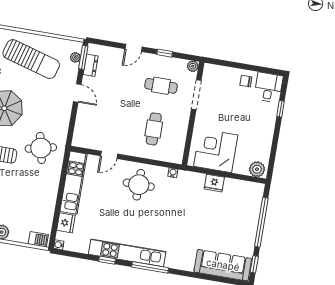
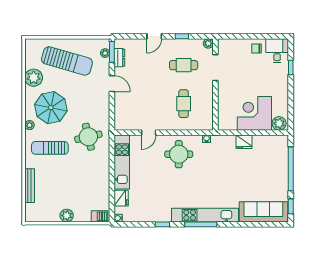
corner desk: (216, 151) -> (254, 113), moved
kitchen unit: (127, 253) -> (205, 215), moved

